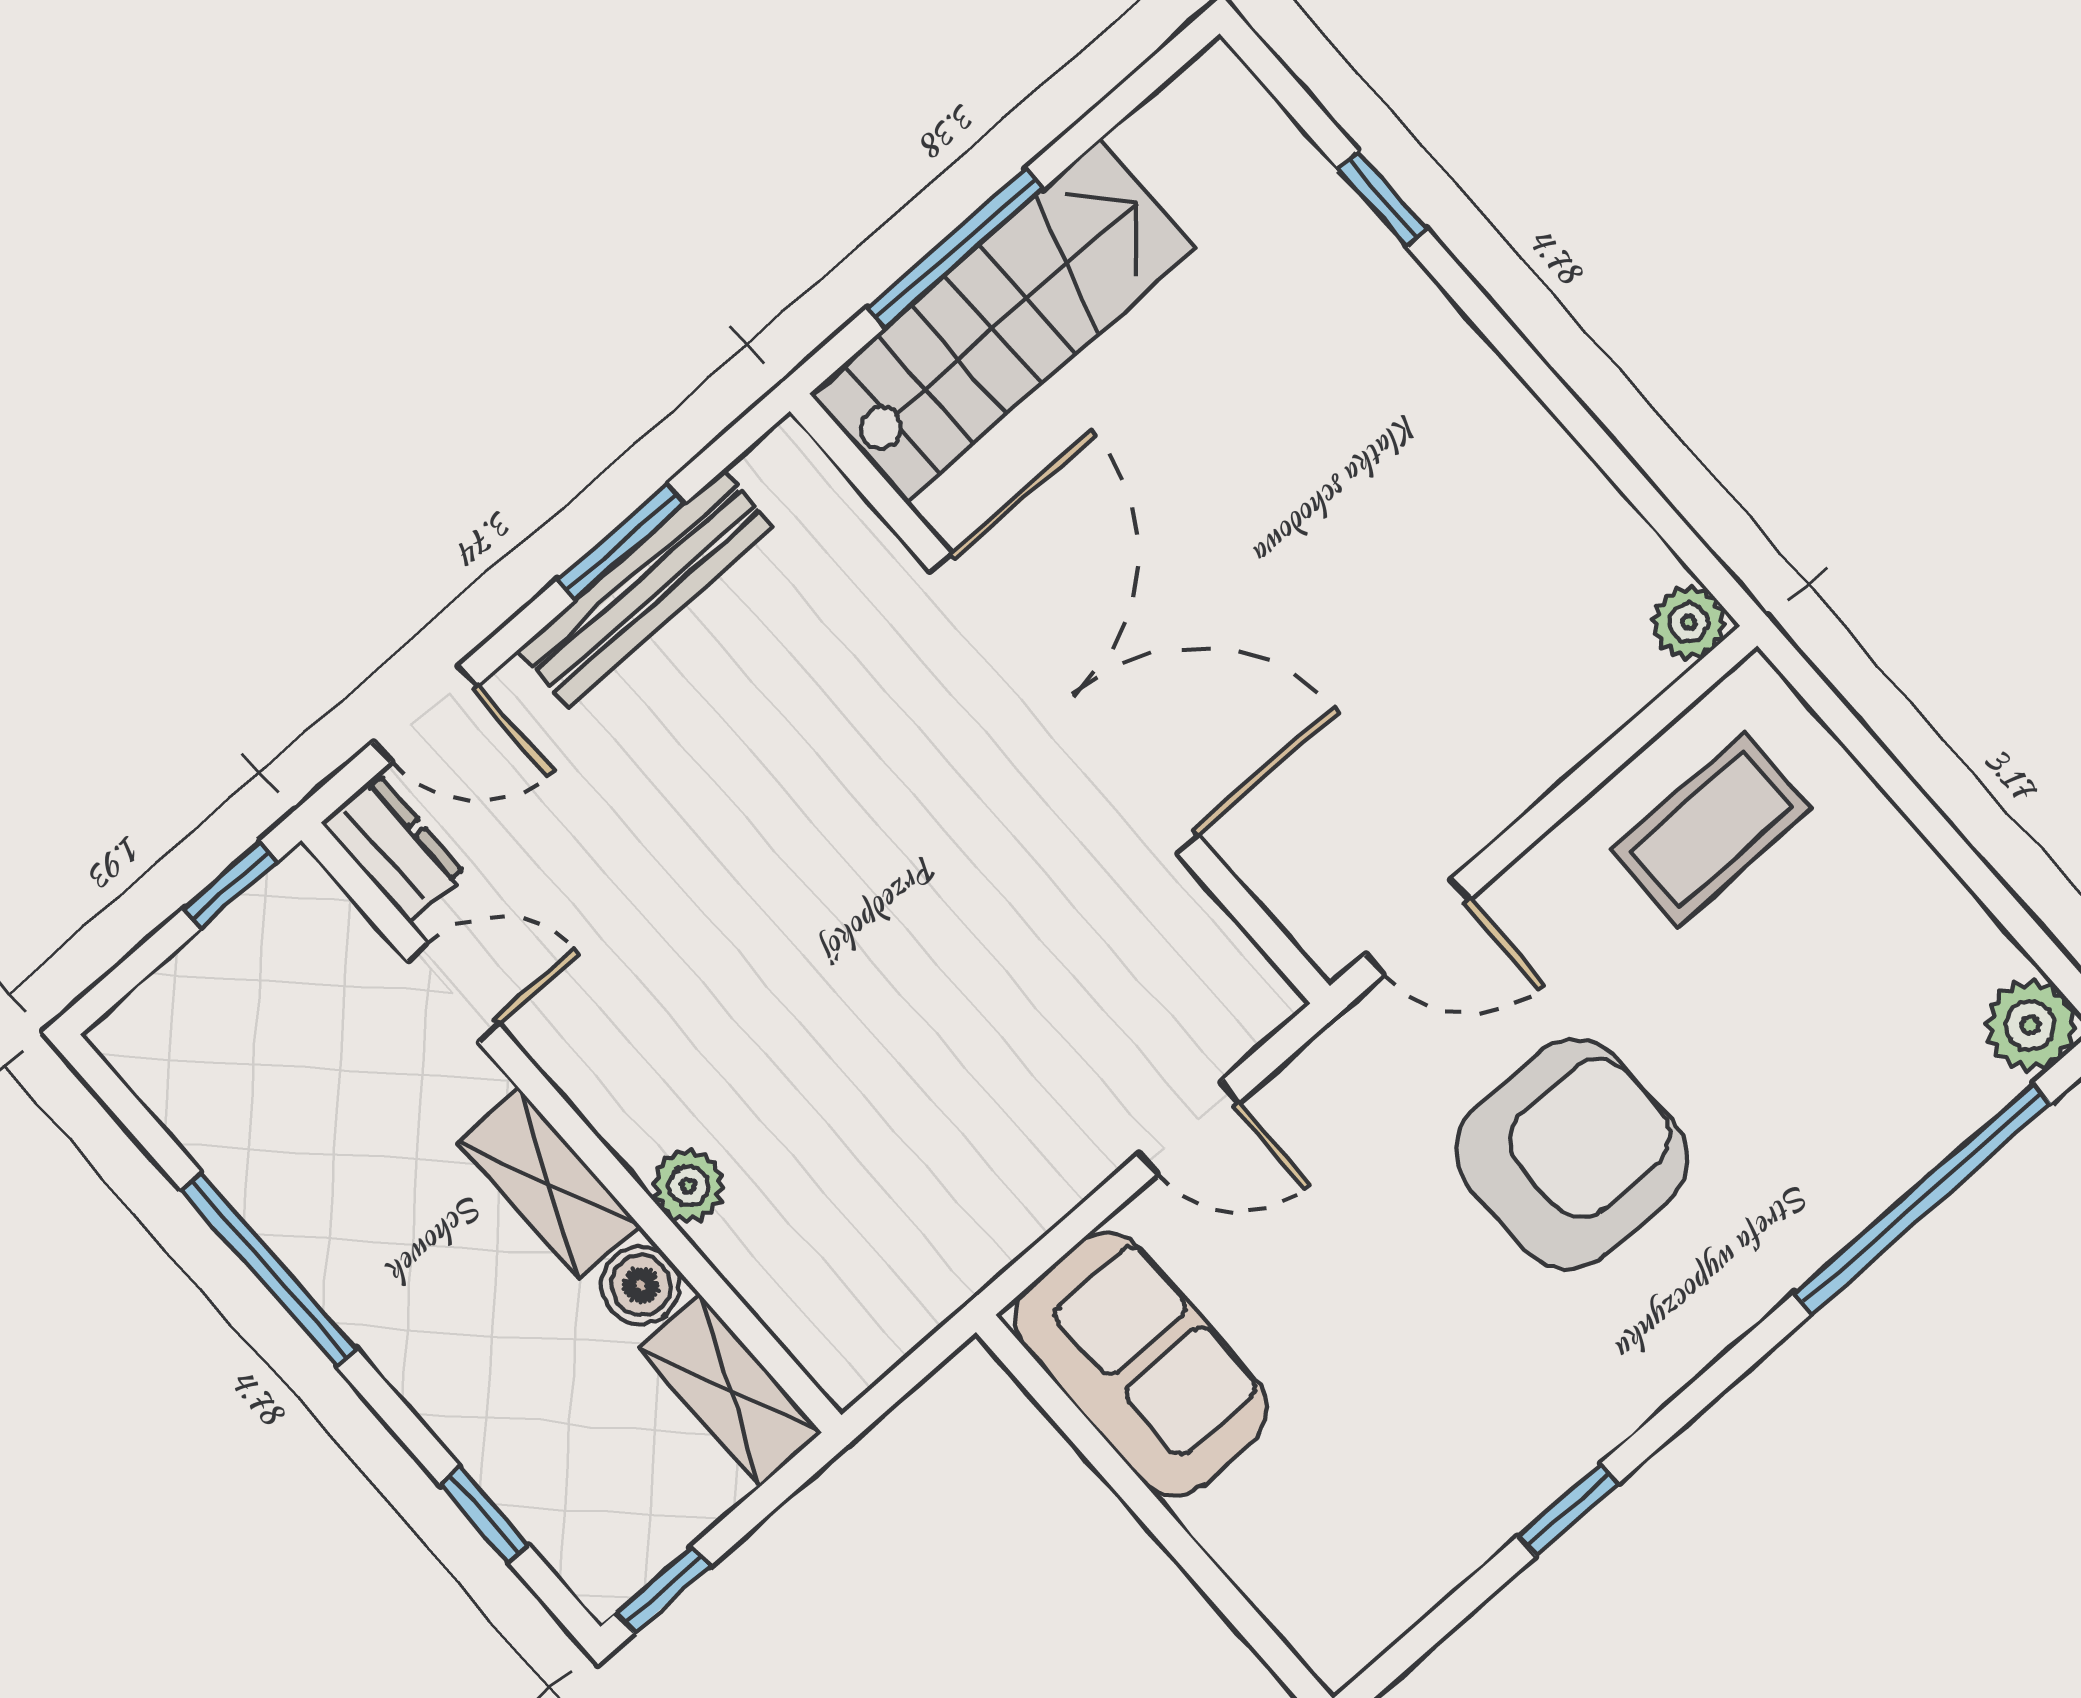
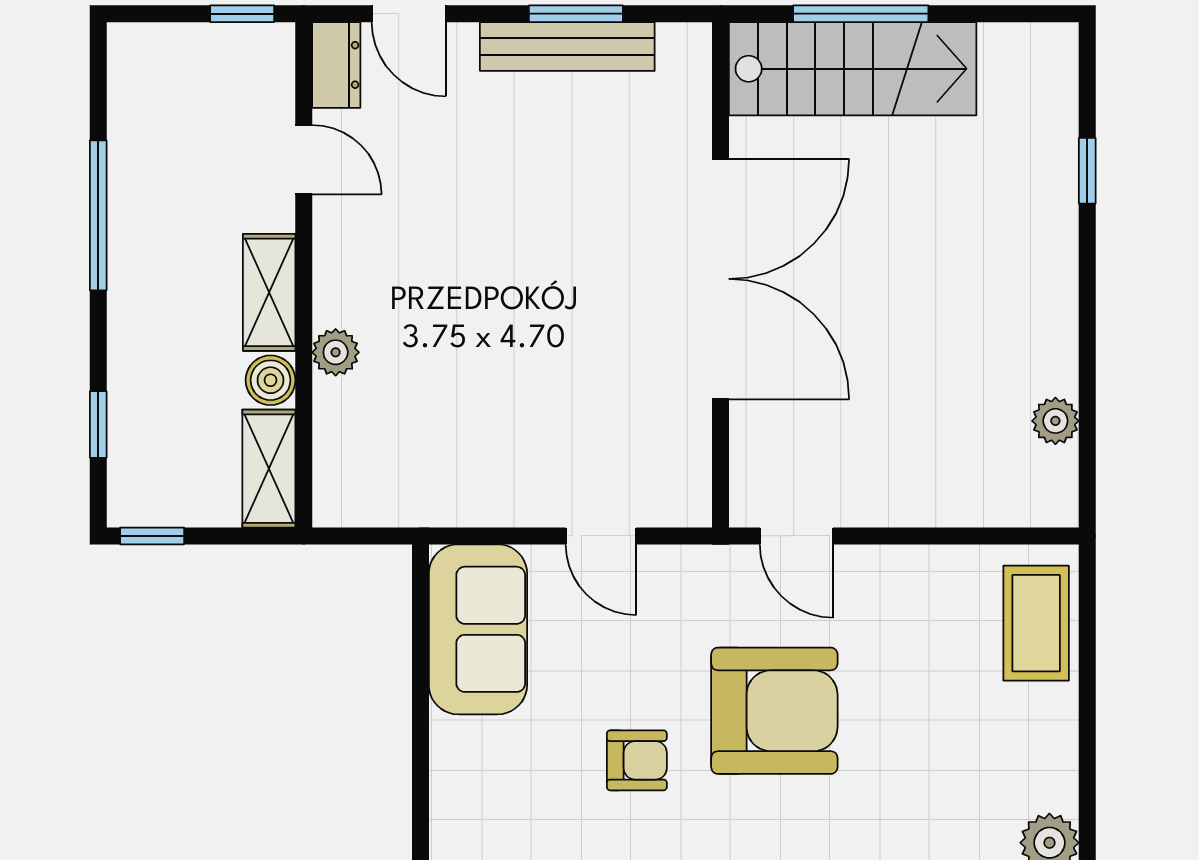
plant: (1689, 622) -> (1055, 421), moved
coffee table: (1711, 829) -> (1036, 623), moved, turned 90
armchair: (1462, 1354) -> (637, 760), added

